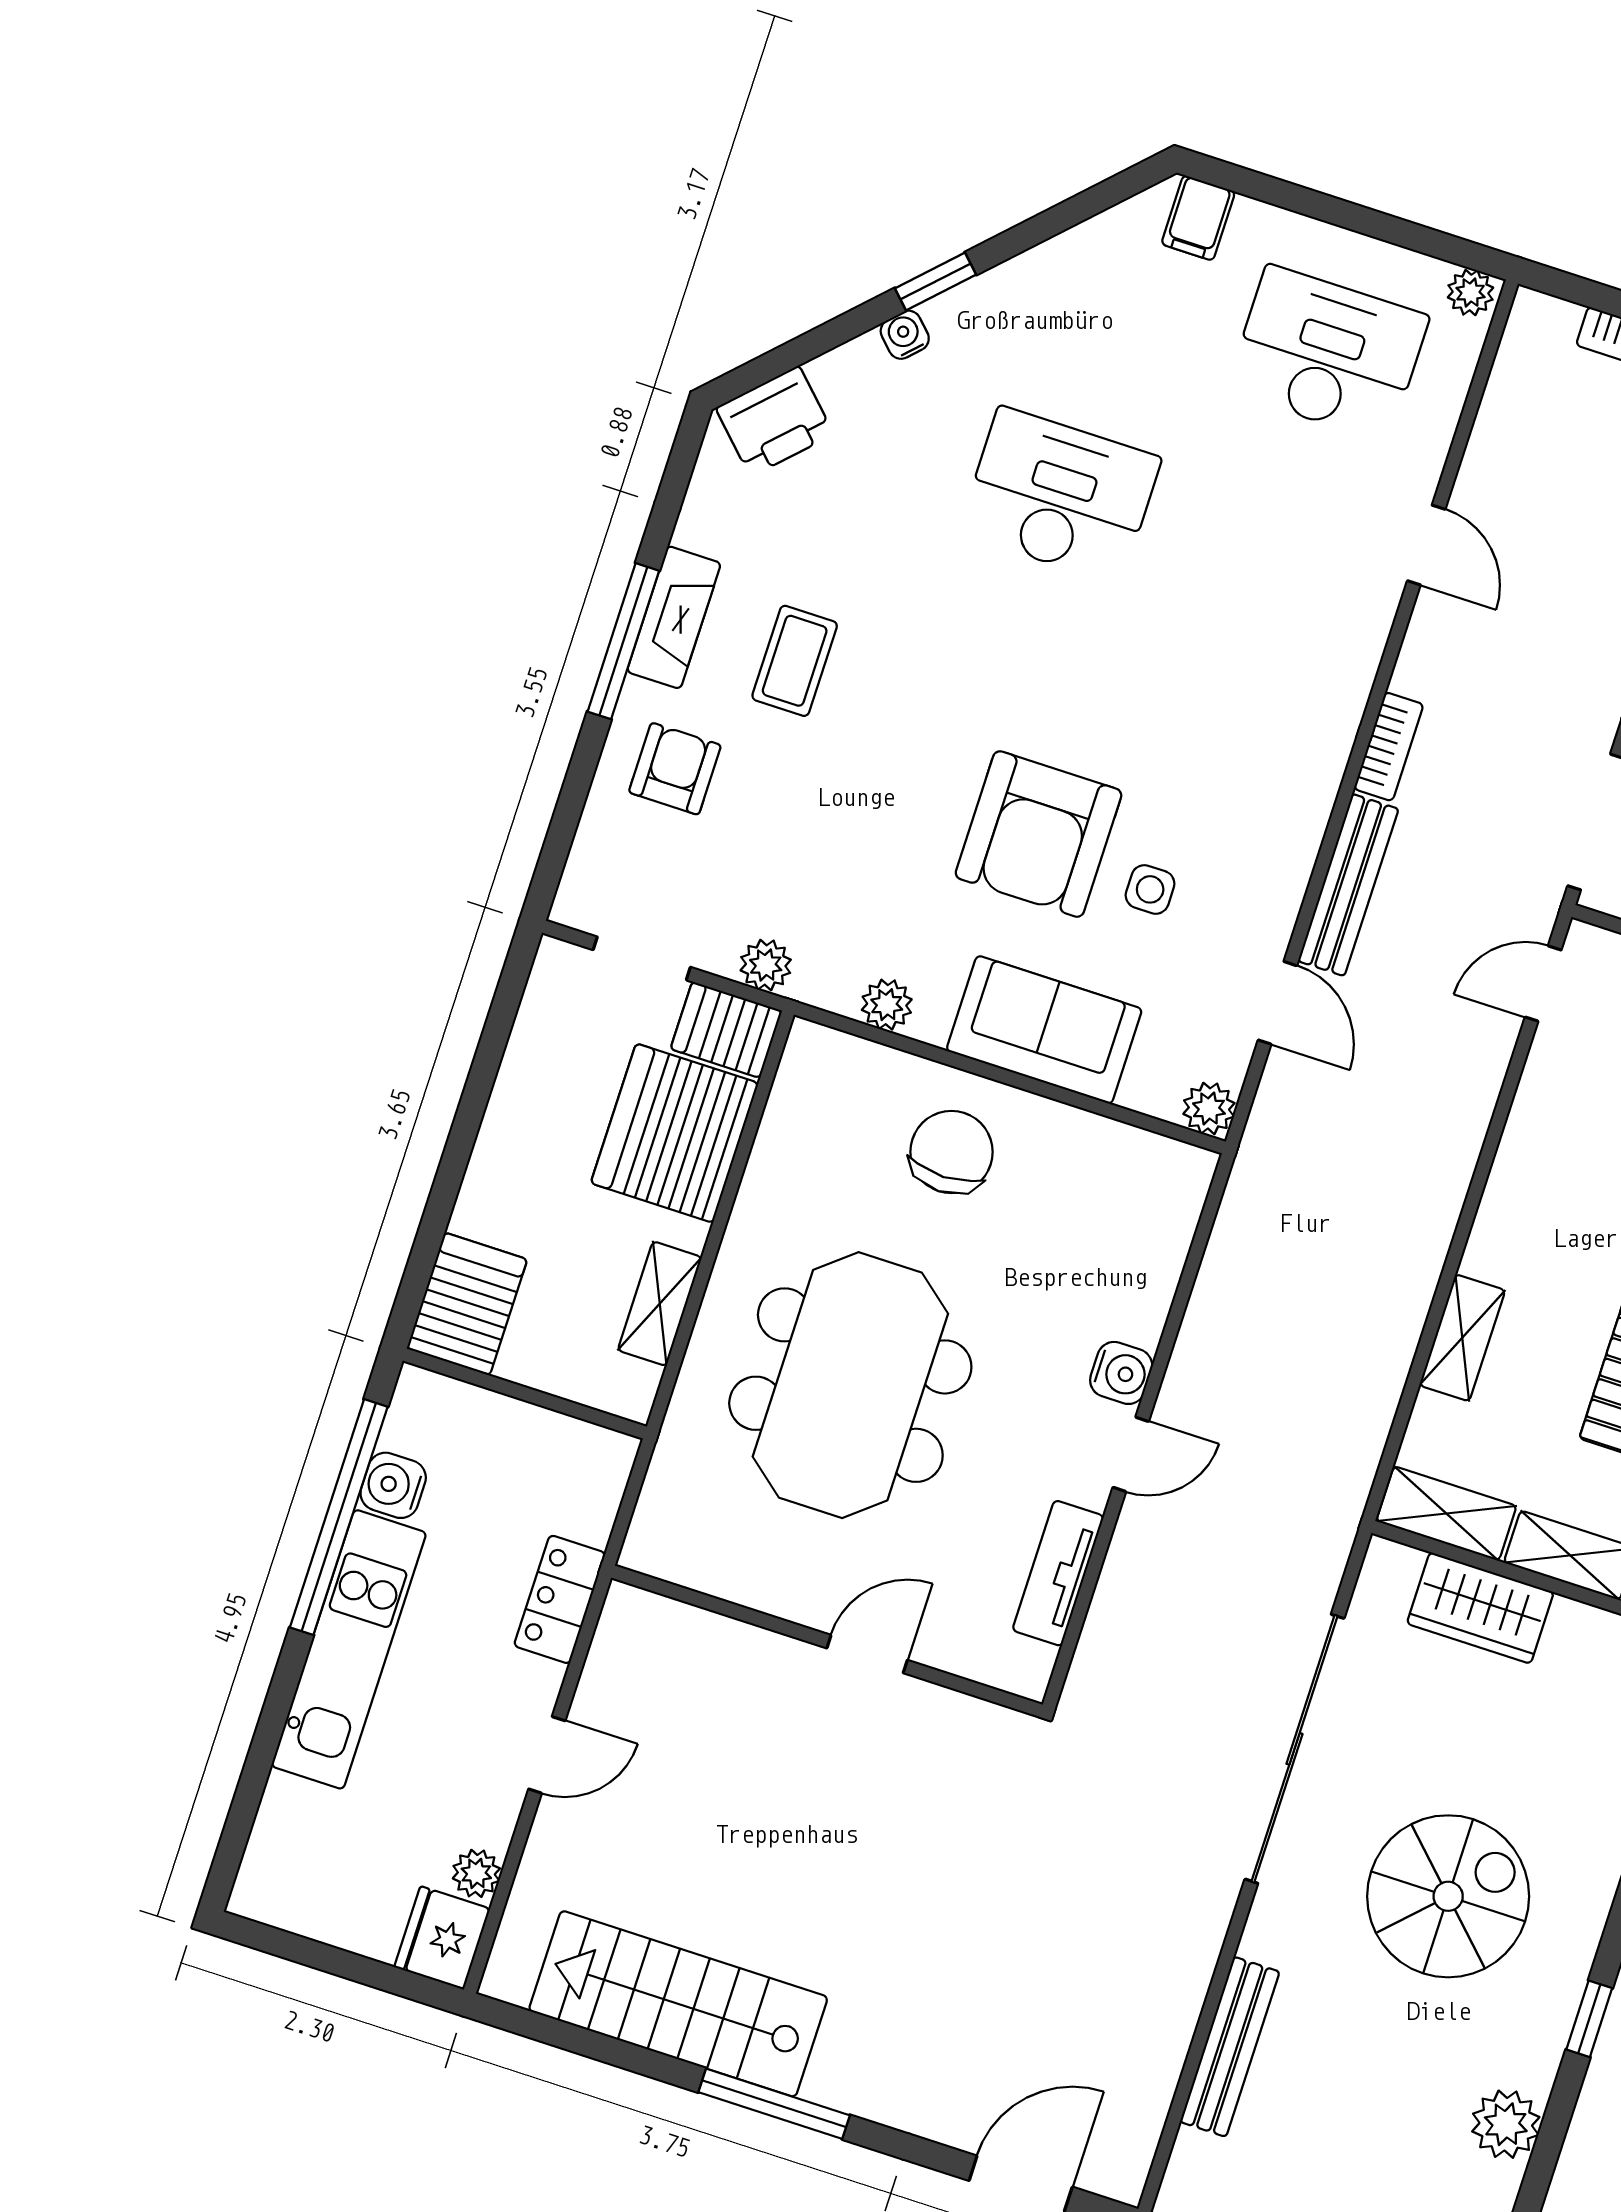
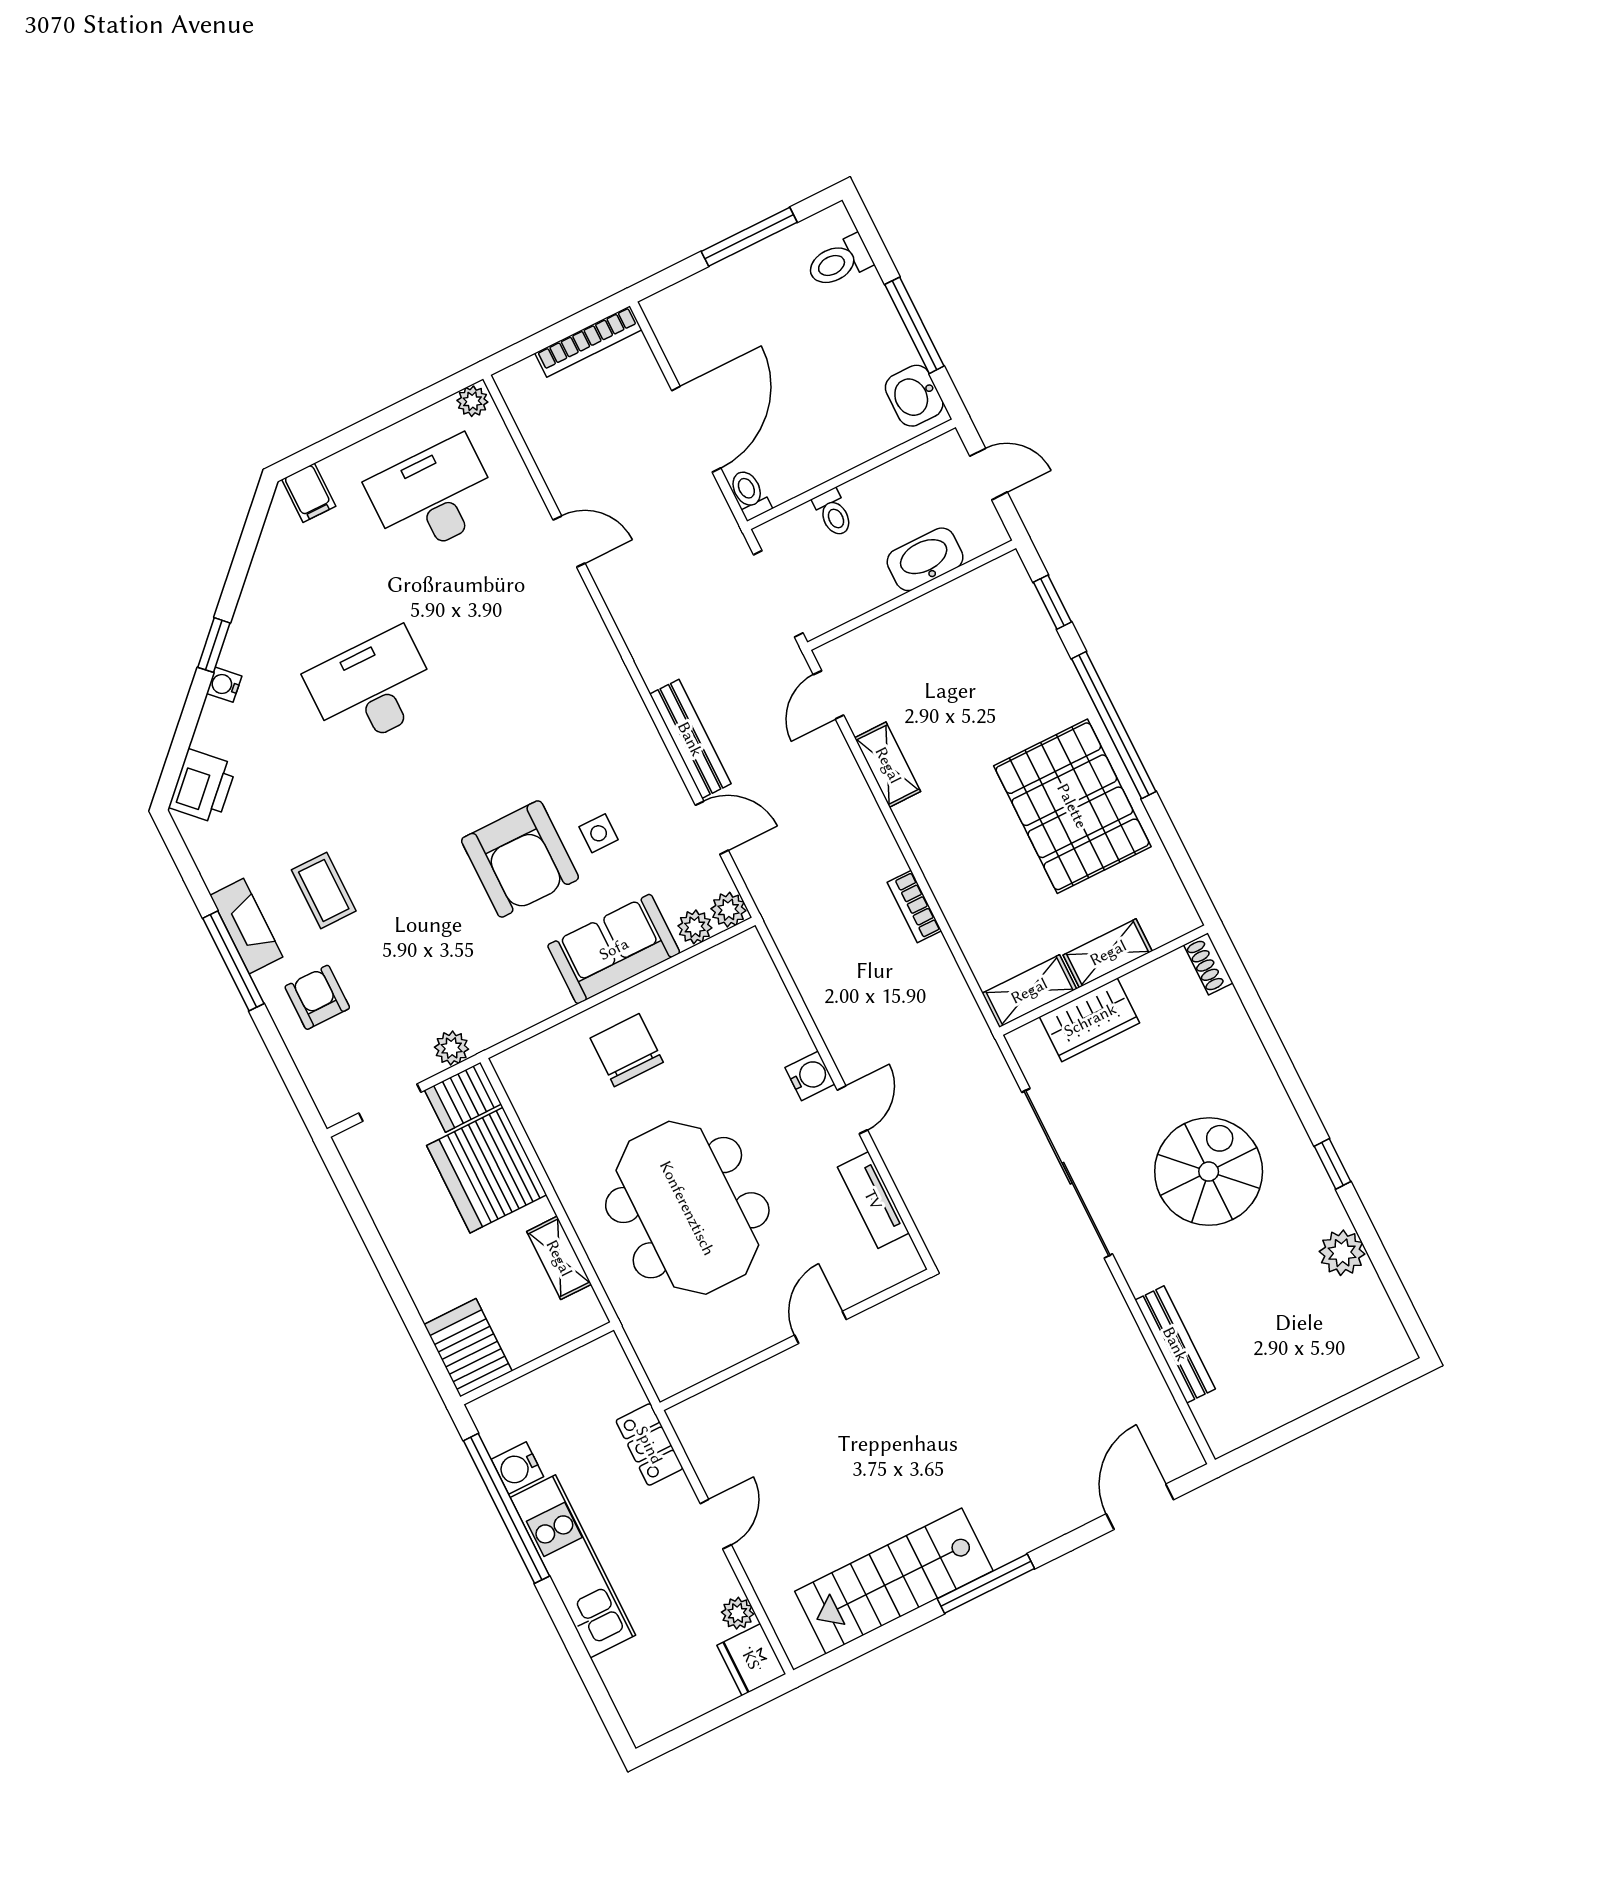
bookcase: (1389, 747) -> (914, 907), moved, turned 180
plant: (887, 1005) -> (695, 927), moved
shelving: (1462, 1338) -> (888, 765), moved

